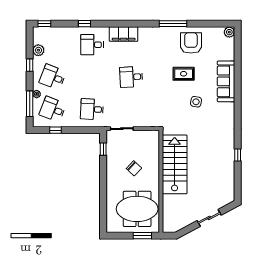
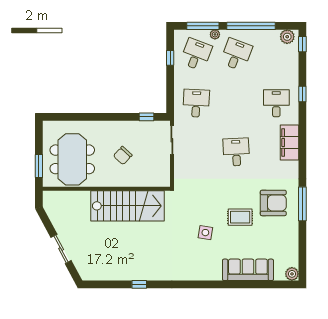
armchair: (191, 43) -> (273, 203), moved
plant: (38, 50) -> (287, 37), moved
window: (30, 65) -> (251, 26), width x3.17
rug: (184, 74) -> (240, 217), turned 90
sofa: (226, 81) -> (248, 270), moved

